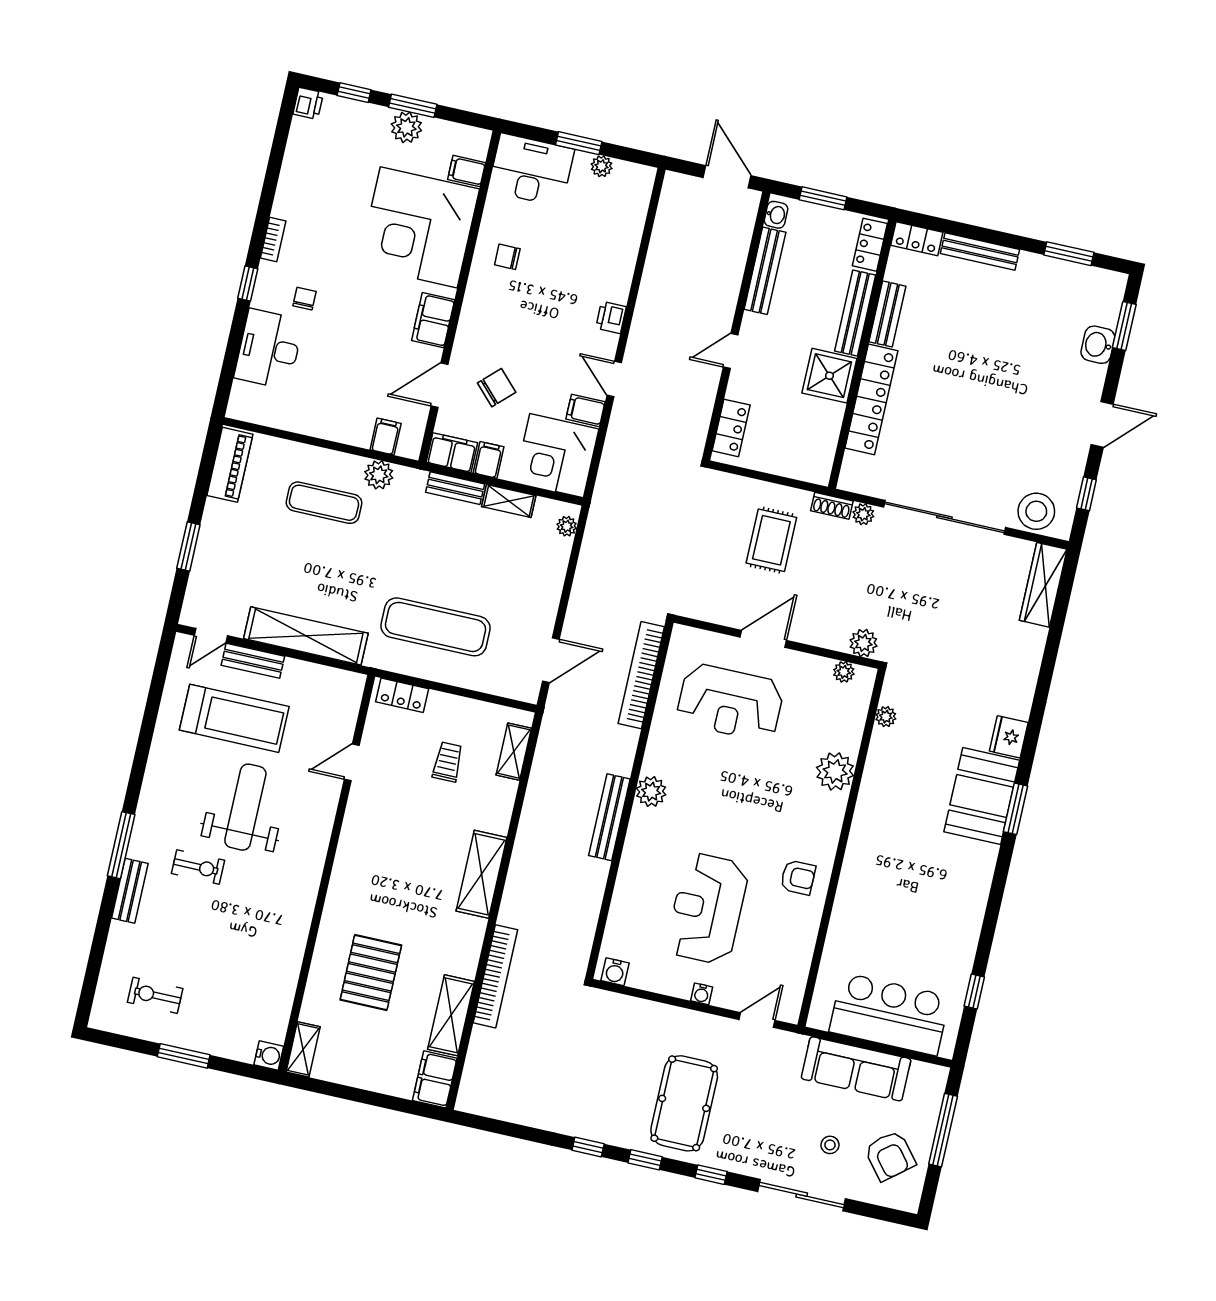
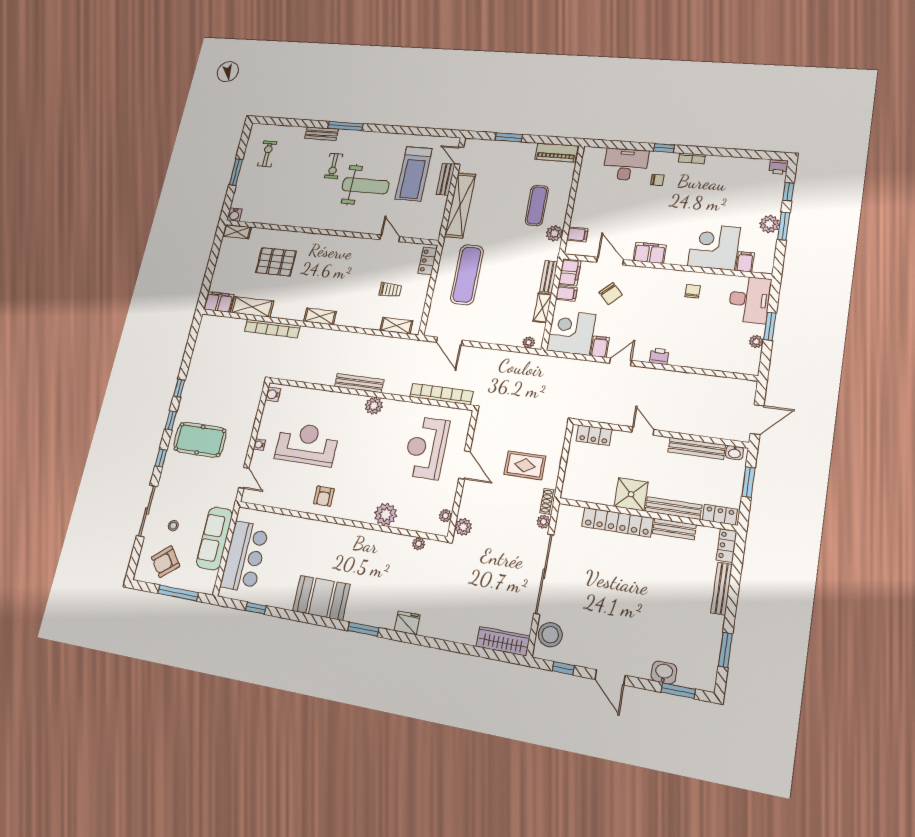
corner desk: (419, 227) -> (714, 247), width x0.74, depth x0.74
booth: (982, 796) -> (321, 598), moved
shelving: (481, 874) -> (320, 316), width x0.67, depth x0.75

